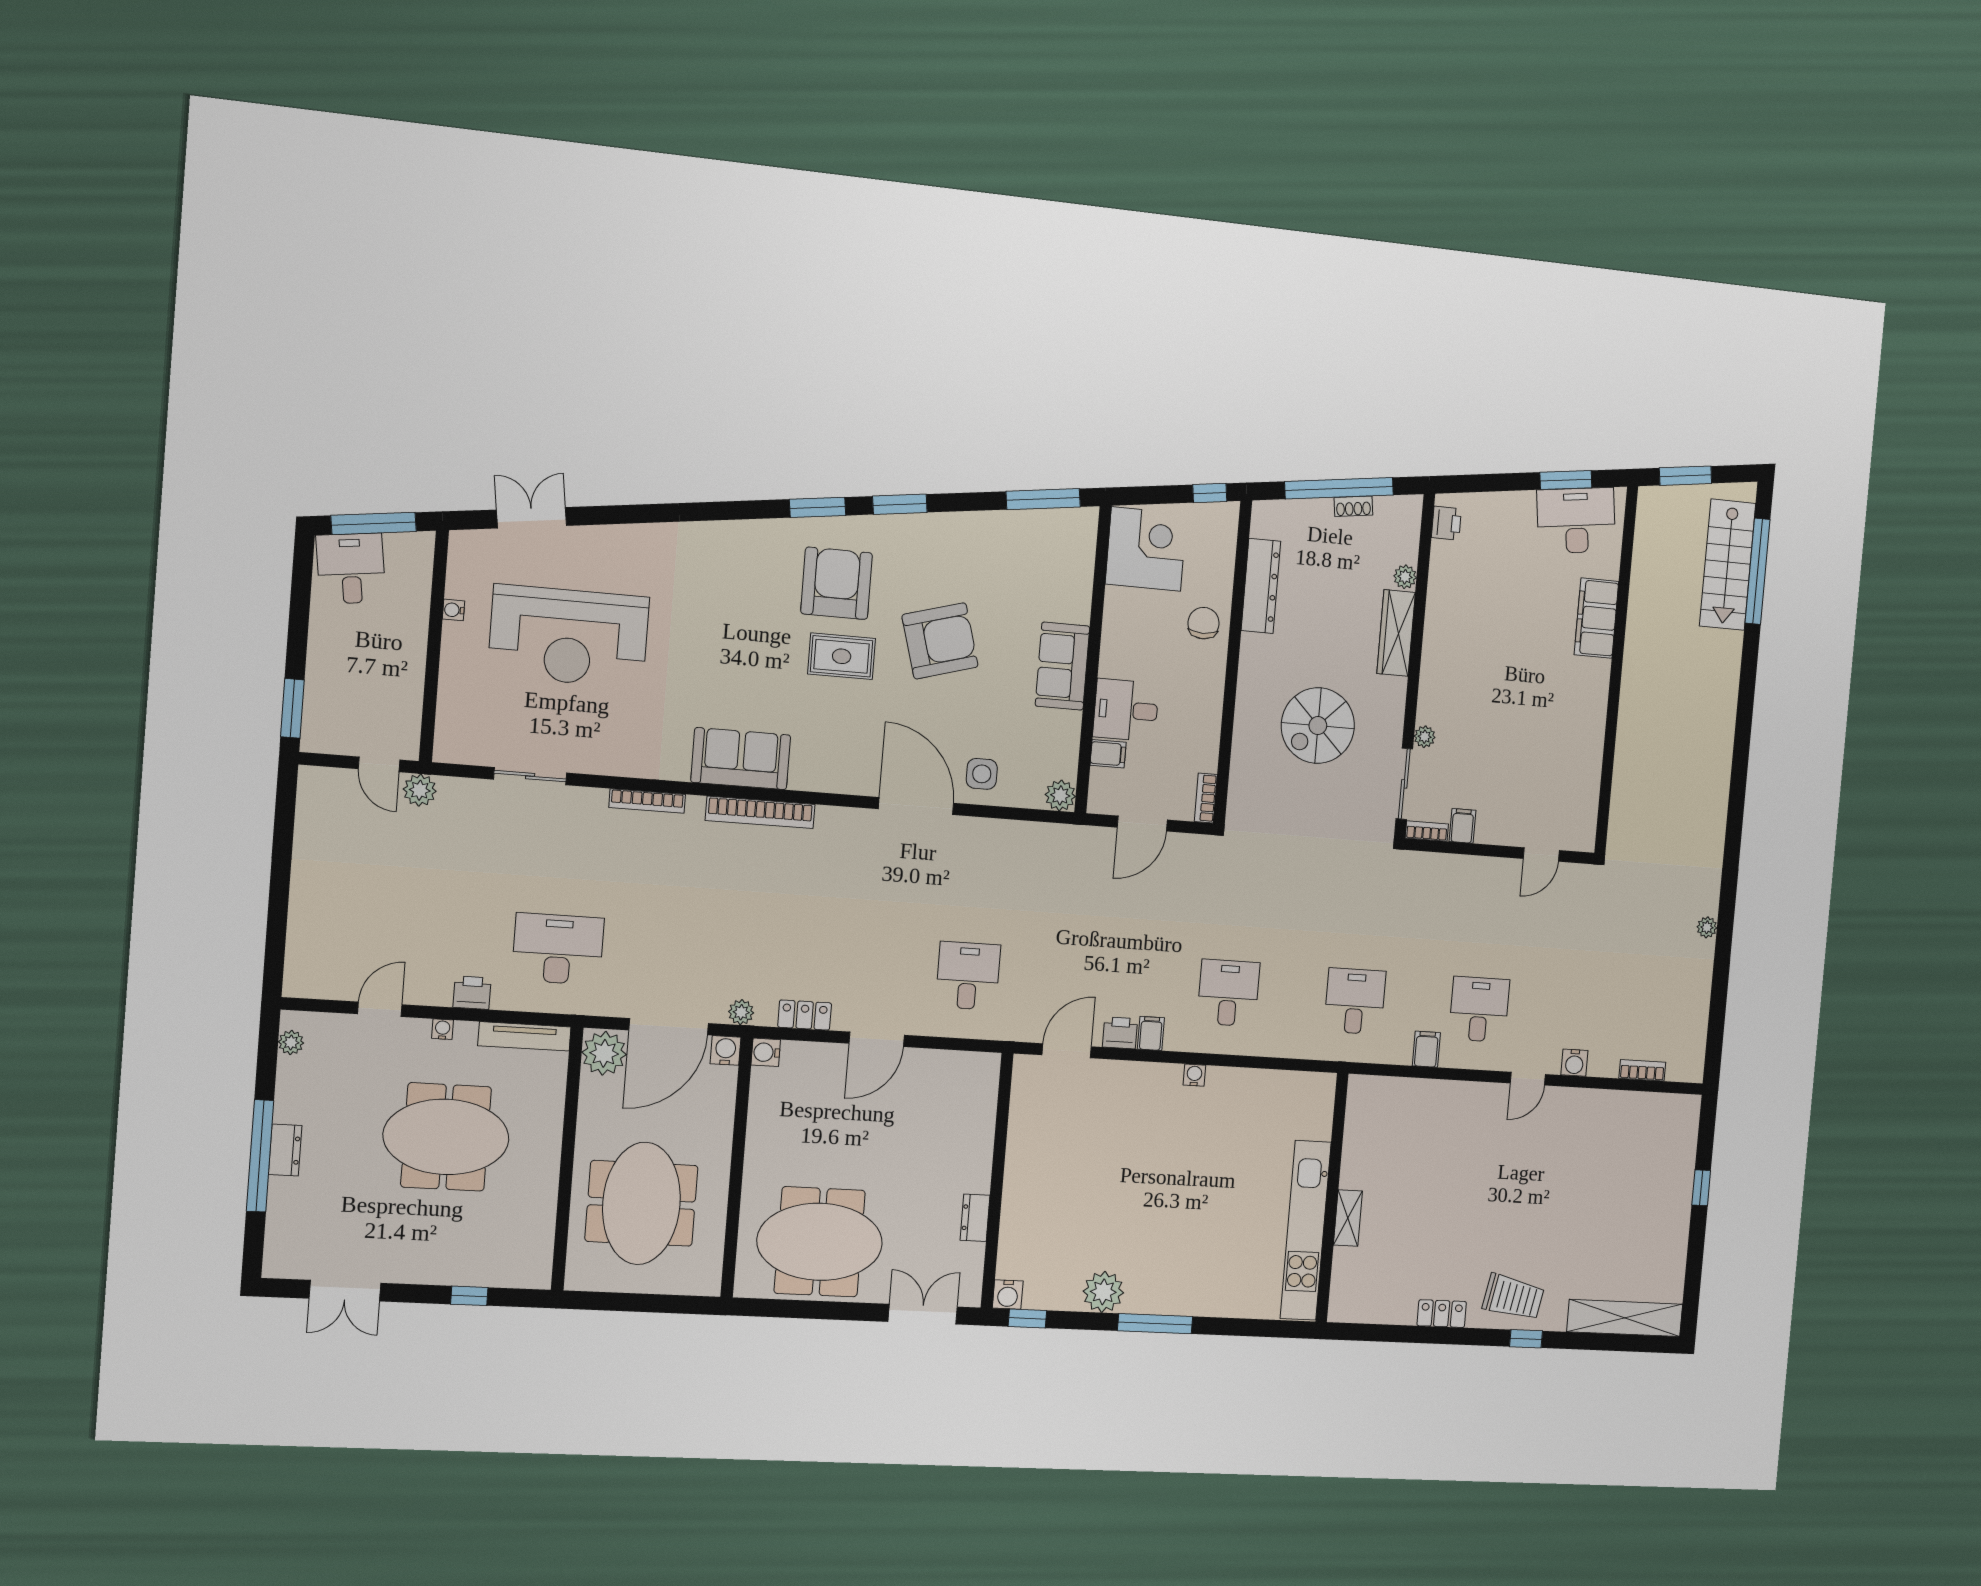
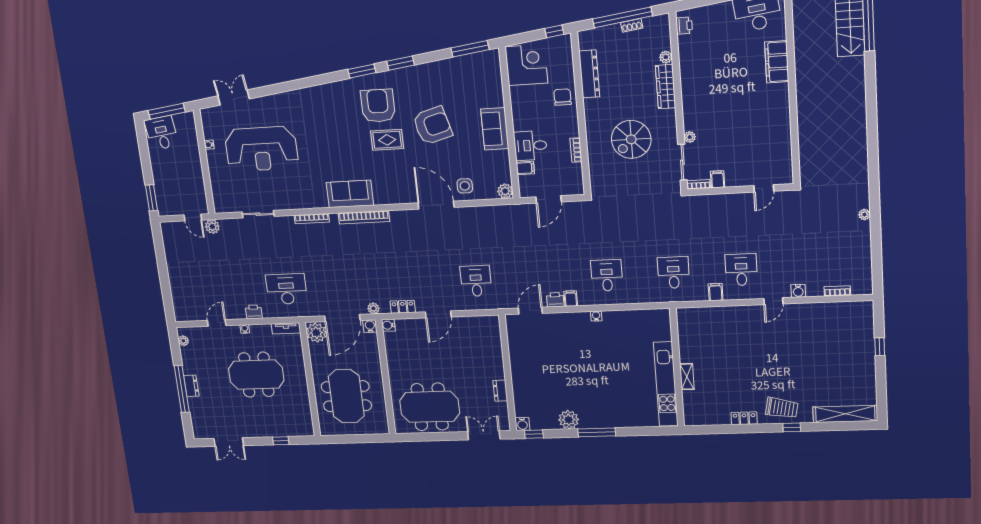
bookcase: (1206, 798) -> (576, 150), moved
tv unit: (524, 1036) -> (286, 328), width x0.71

